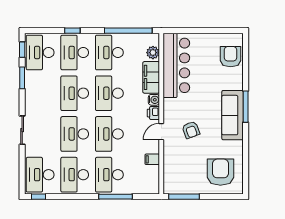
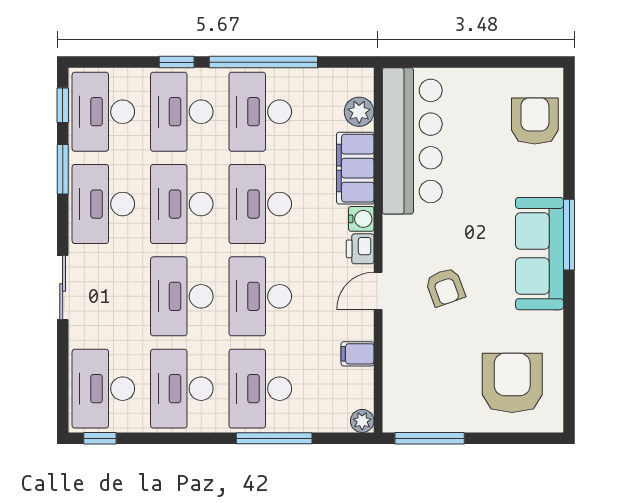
window: (128, 31) -> (263, 62), moved
desk: (40, 93) -> (103, 204), added
plant: (154, 189) -> (362, 421), added

